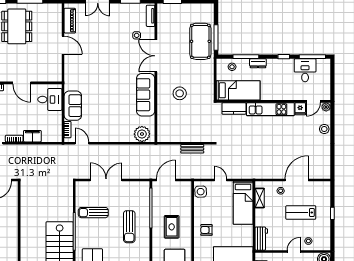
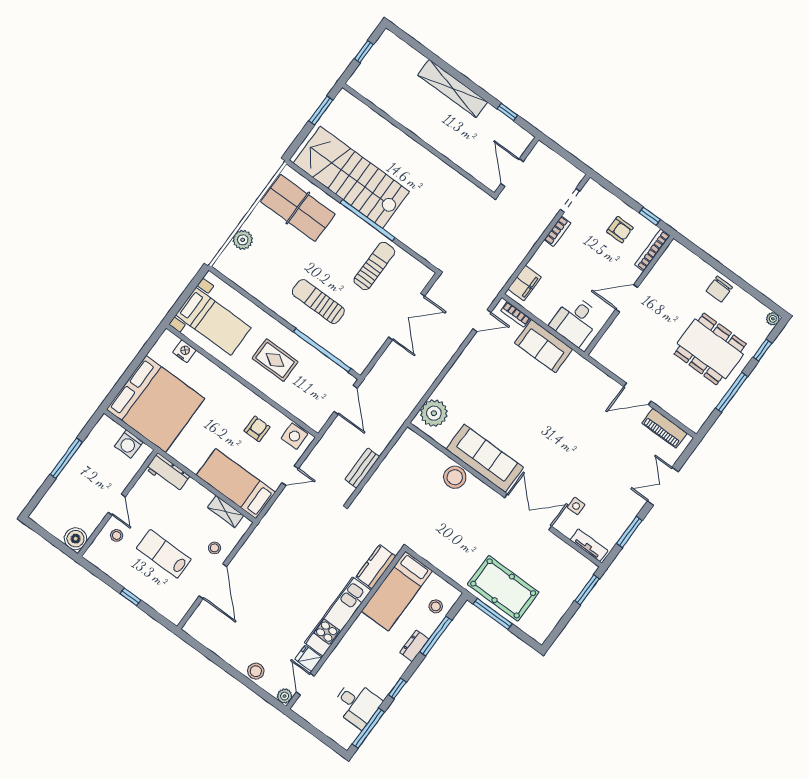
stool: (180, 93) -> (455, 477), moved
filing cabinet: (32, 136) -> (525, 283), moved
lab bench: (301, 213) -> (164, 554), turned -90
armchair: (206, 230) -> (257, 429), moved

